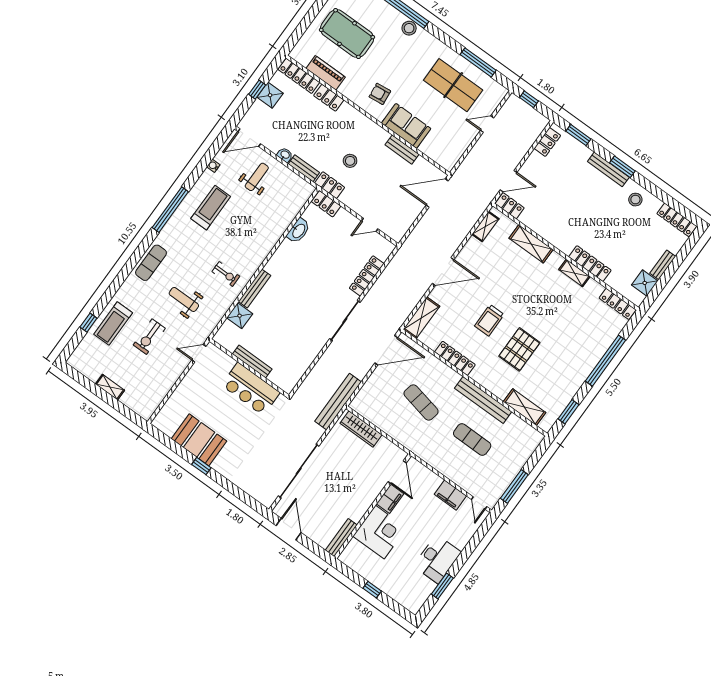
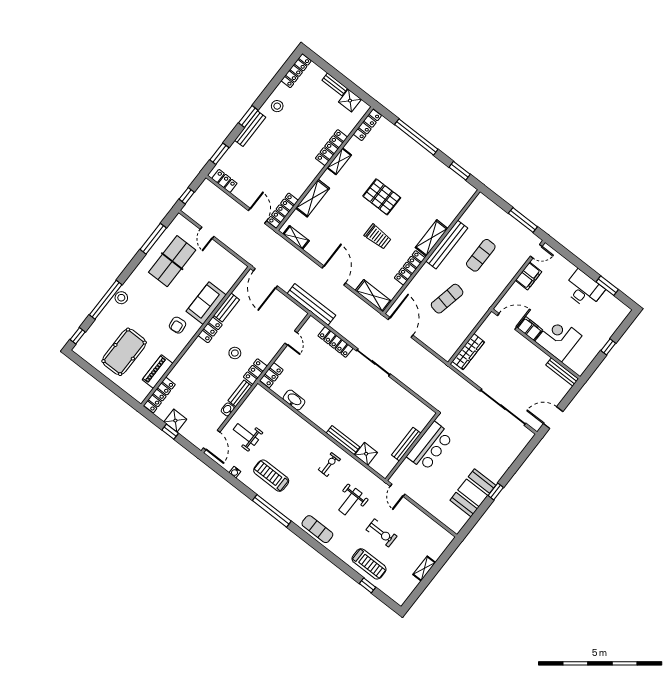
locker: (329, 98) -> (210, 330), moved
locker: (510, 206) -> (283, 211), width x1.53
pallet: (519, 349) -> (382, 197), moved
bench: (338, 402) -> (311, 304), moved
shelving: (525, 407) -> (431, 238), moved

